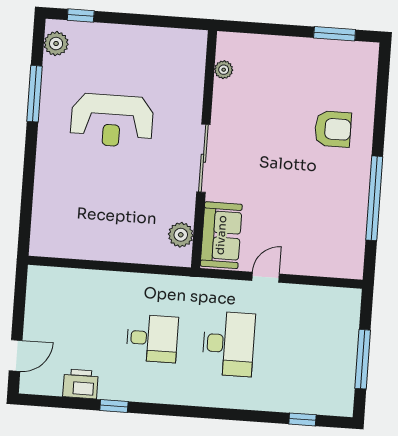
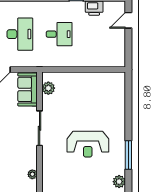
reception desk: (112, 120) -> (88, 144), turned 180
desk: (152, 338) -> (59, 34), turned 180
desk: (229, 344) -> (20, 34), turned 180

